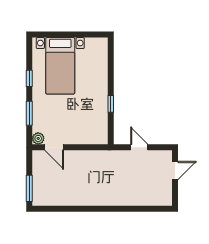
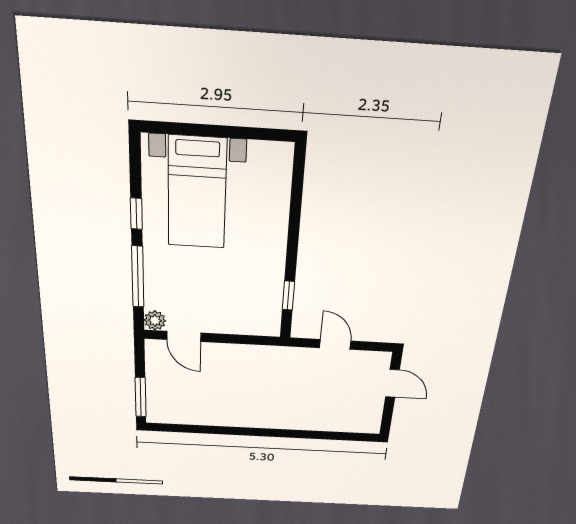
window: (111, 104) -> (288, 296), moved
window: (29, 113) -> (138, 277), width x1.44
door: (175, 171) -> (392, 383), hinge flipped

